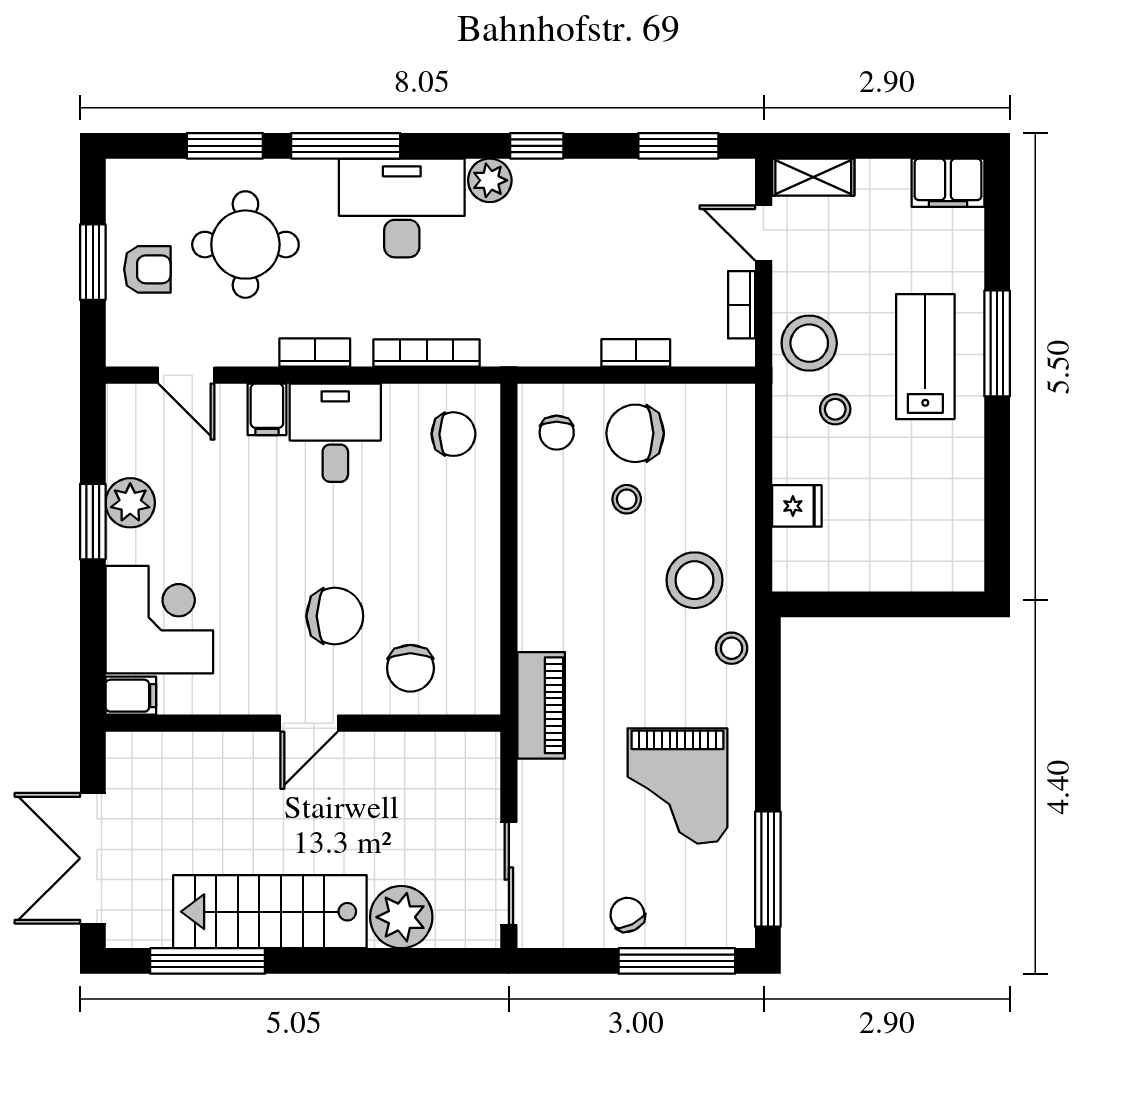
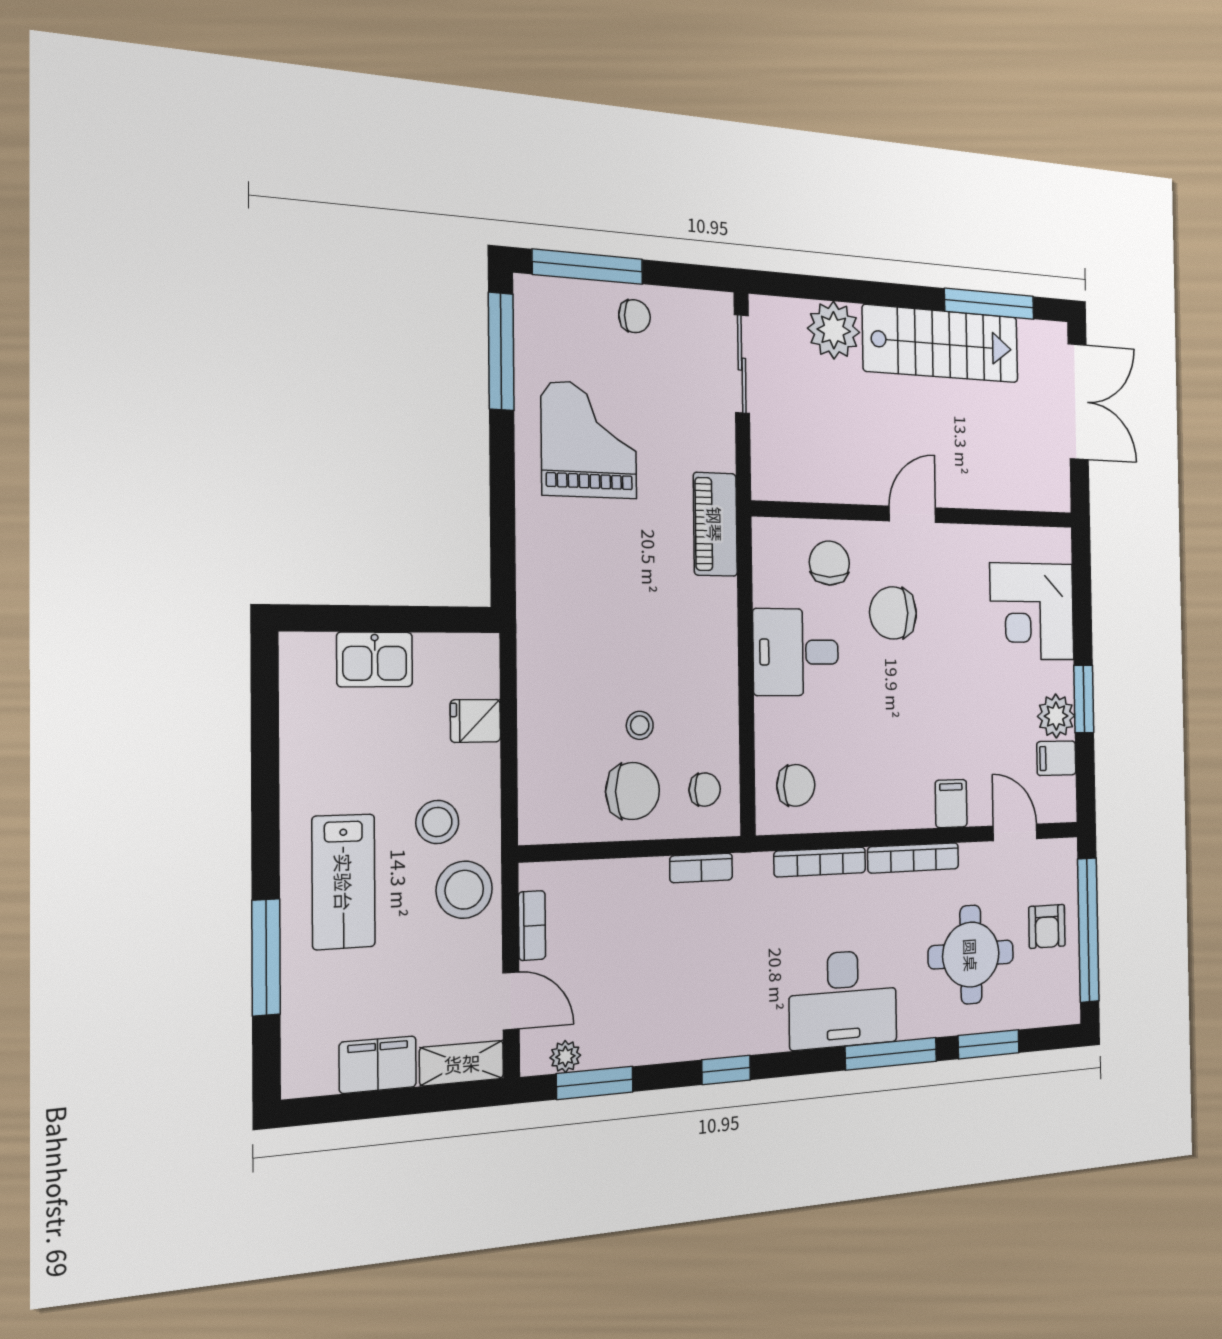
plant: (490, 180) -> (565, 1056), moved, width x0.73, depth x0.73
filing cabinet: (948, 183) -> (378, 1065), moved
window: (93, 262) -> (1088, 930), width x2.11
armchair: (147, 269) -> (1047, 926), turned -90
window: (997, 343) -> (266, 957), moved
bookcase: (315, 352) -> (913, 858), width x1.56
bookcase: (636, 353) -> (701, 868), moved
stool: (835, 409) -> (437, 822), width x1.37, depth x1.37
desk: (335, 433) -> (796, 652), moved, turned 90
chair: (557, 433) -> (705, 790), turned 90
chair: (453, 434) -> (796, 785), turned 180
kitchen sink: (895, 566) -> (375, 659), added
stool: (695, 580) -> (575, 645), removed
stool: (732, 648) -> (539, 576), removed
filing cabinet: (131, 696) -> (1056, 758), moved
chair: (627, 915) -> (634, 316), turned -64

